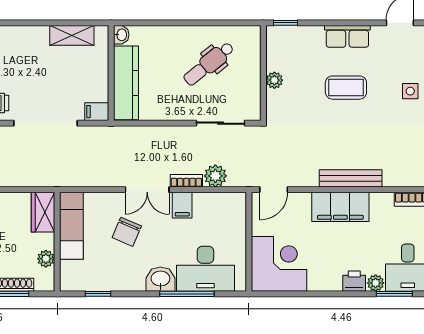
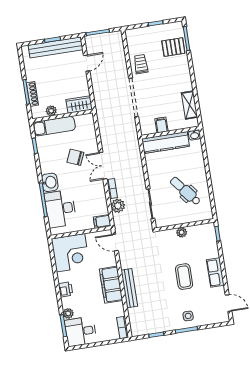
filing cabinet: (97, 112) -> (161, 125), moved
filing cabinet: (182, 205) -> (102, 221), moved
exam couch: (71, 226) -> (54, 126), moved
printer: (354, 281) -> (66, 289), moved

